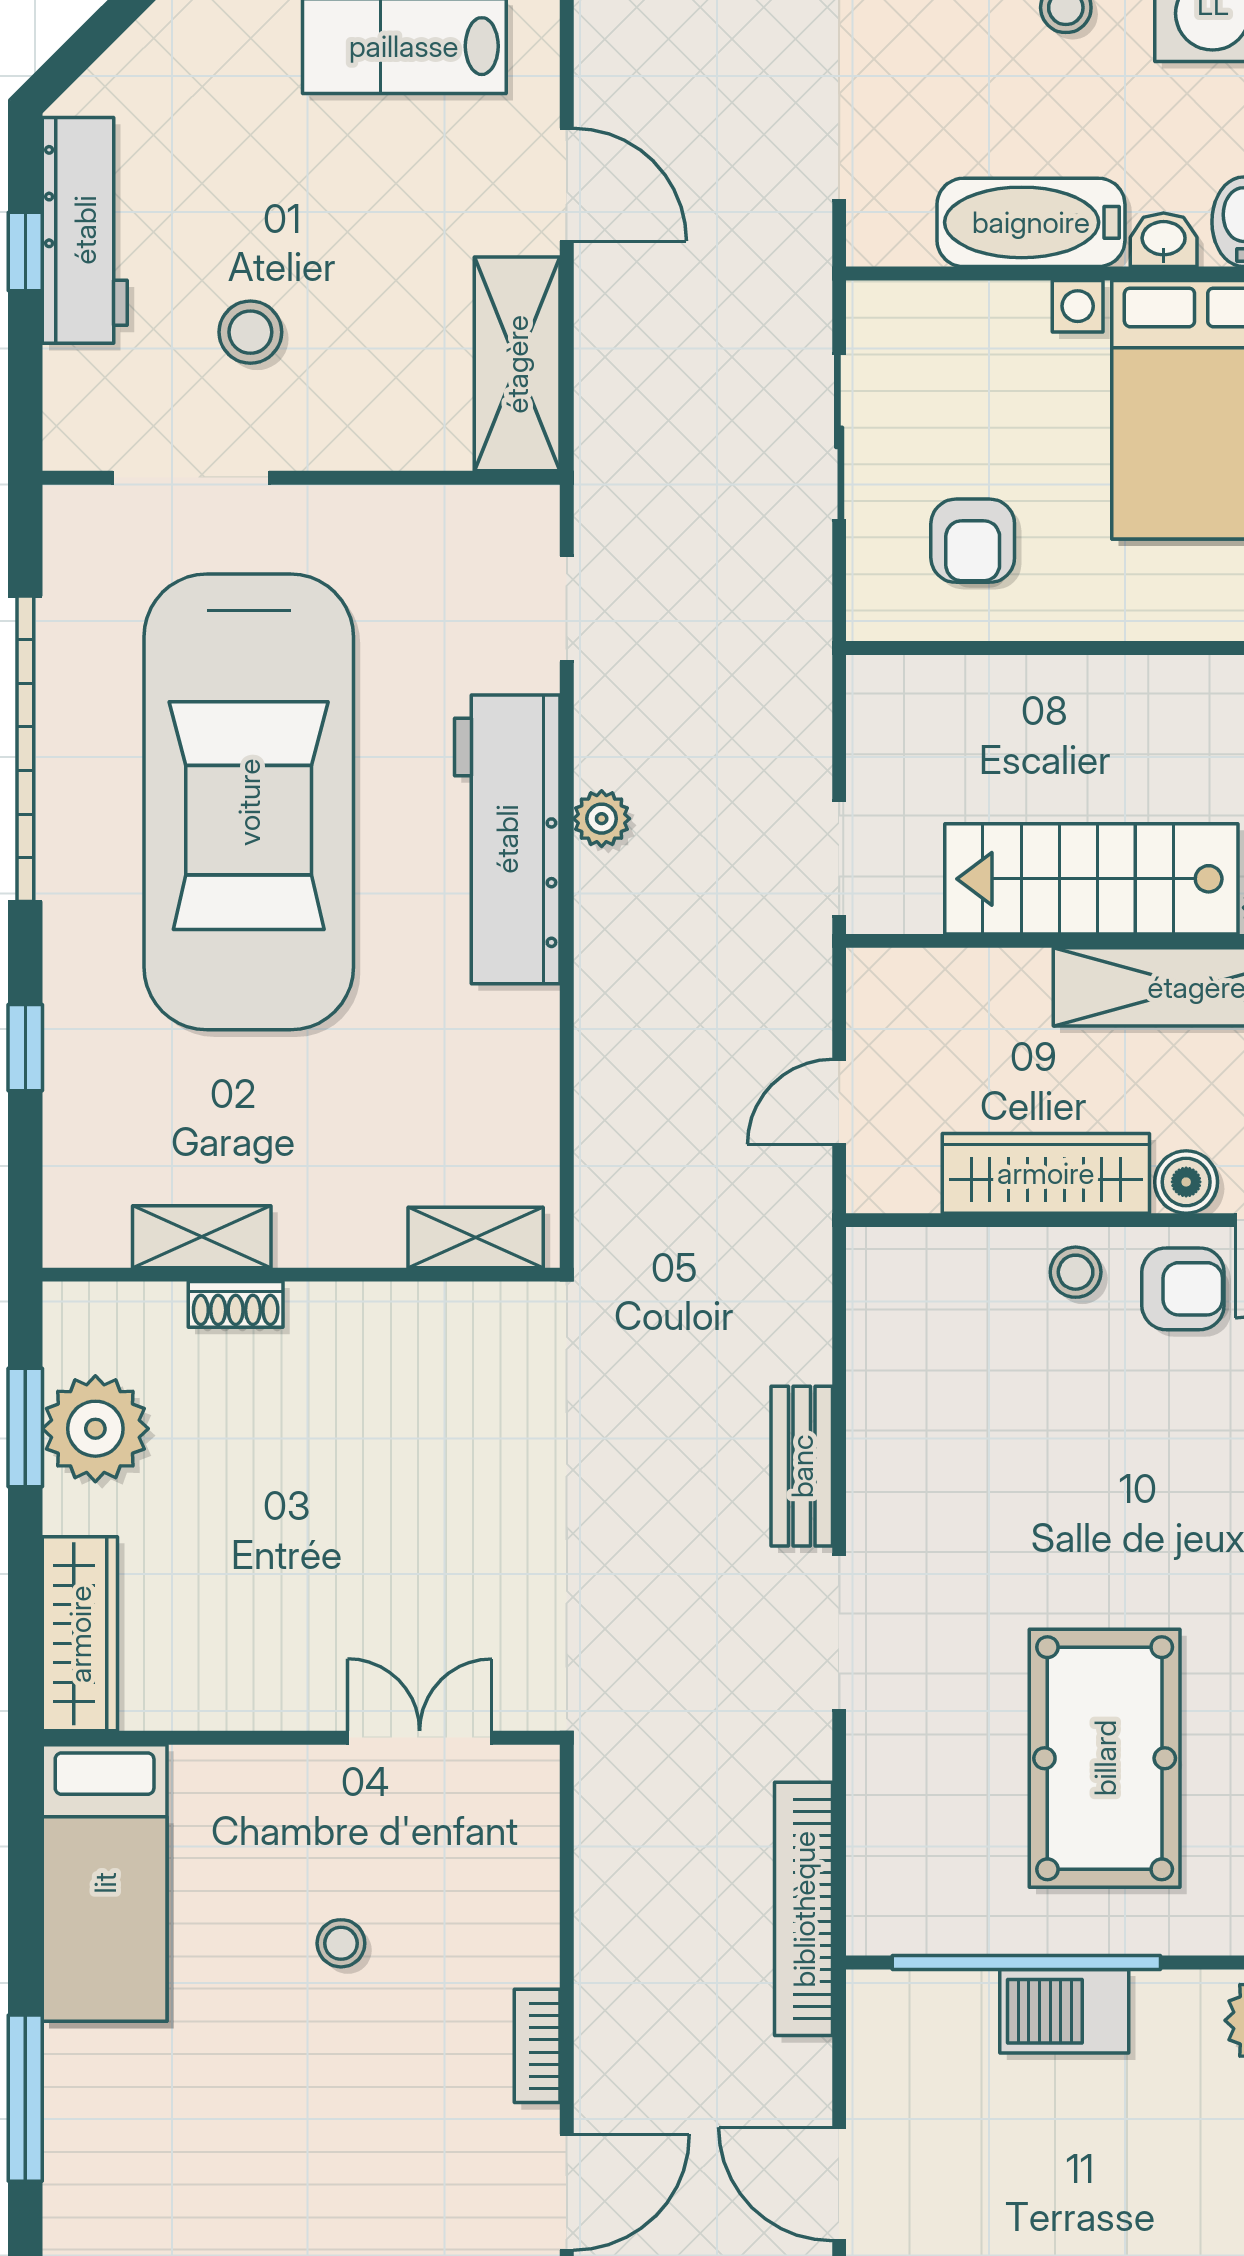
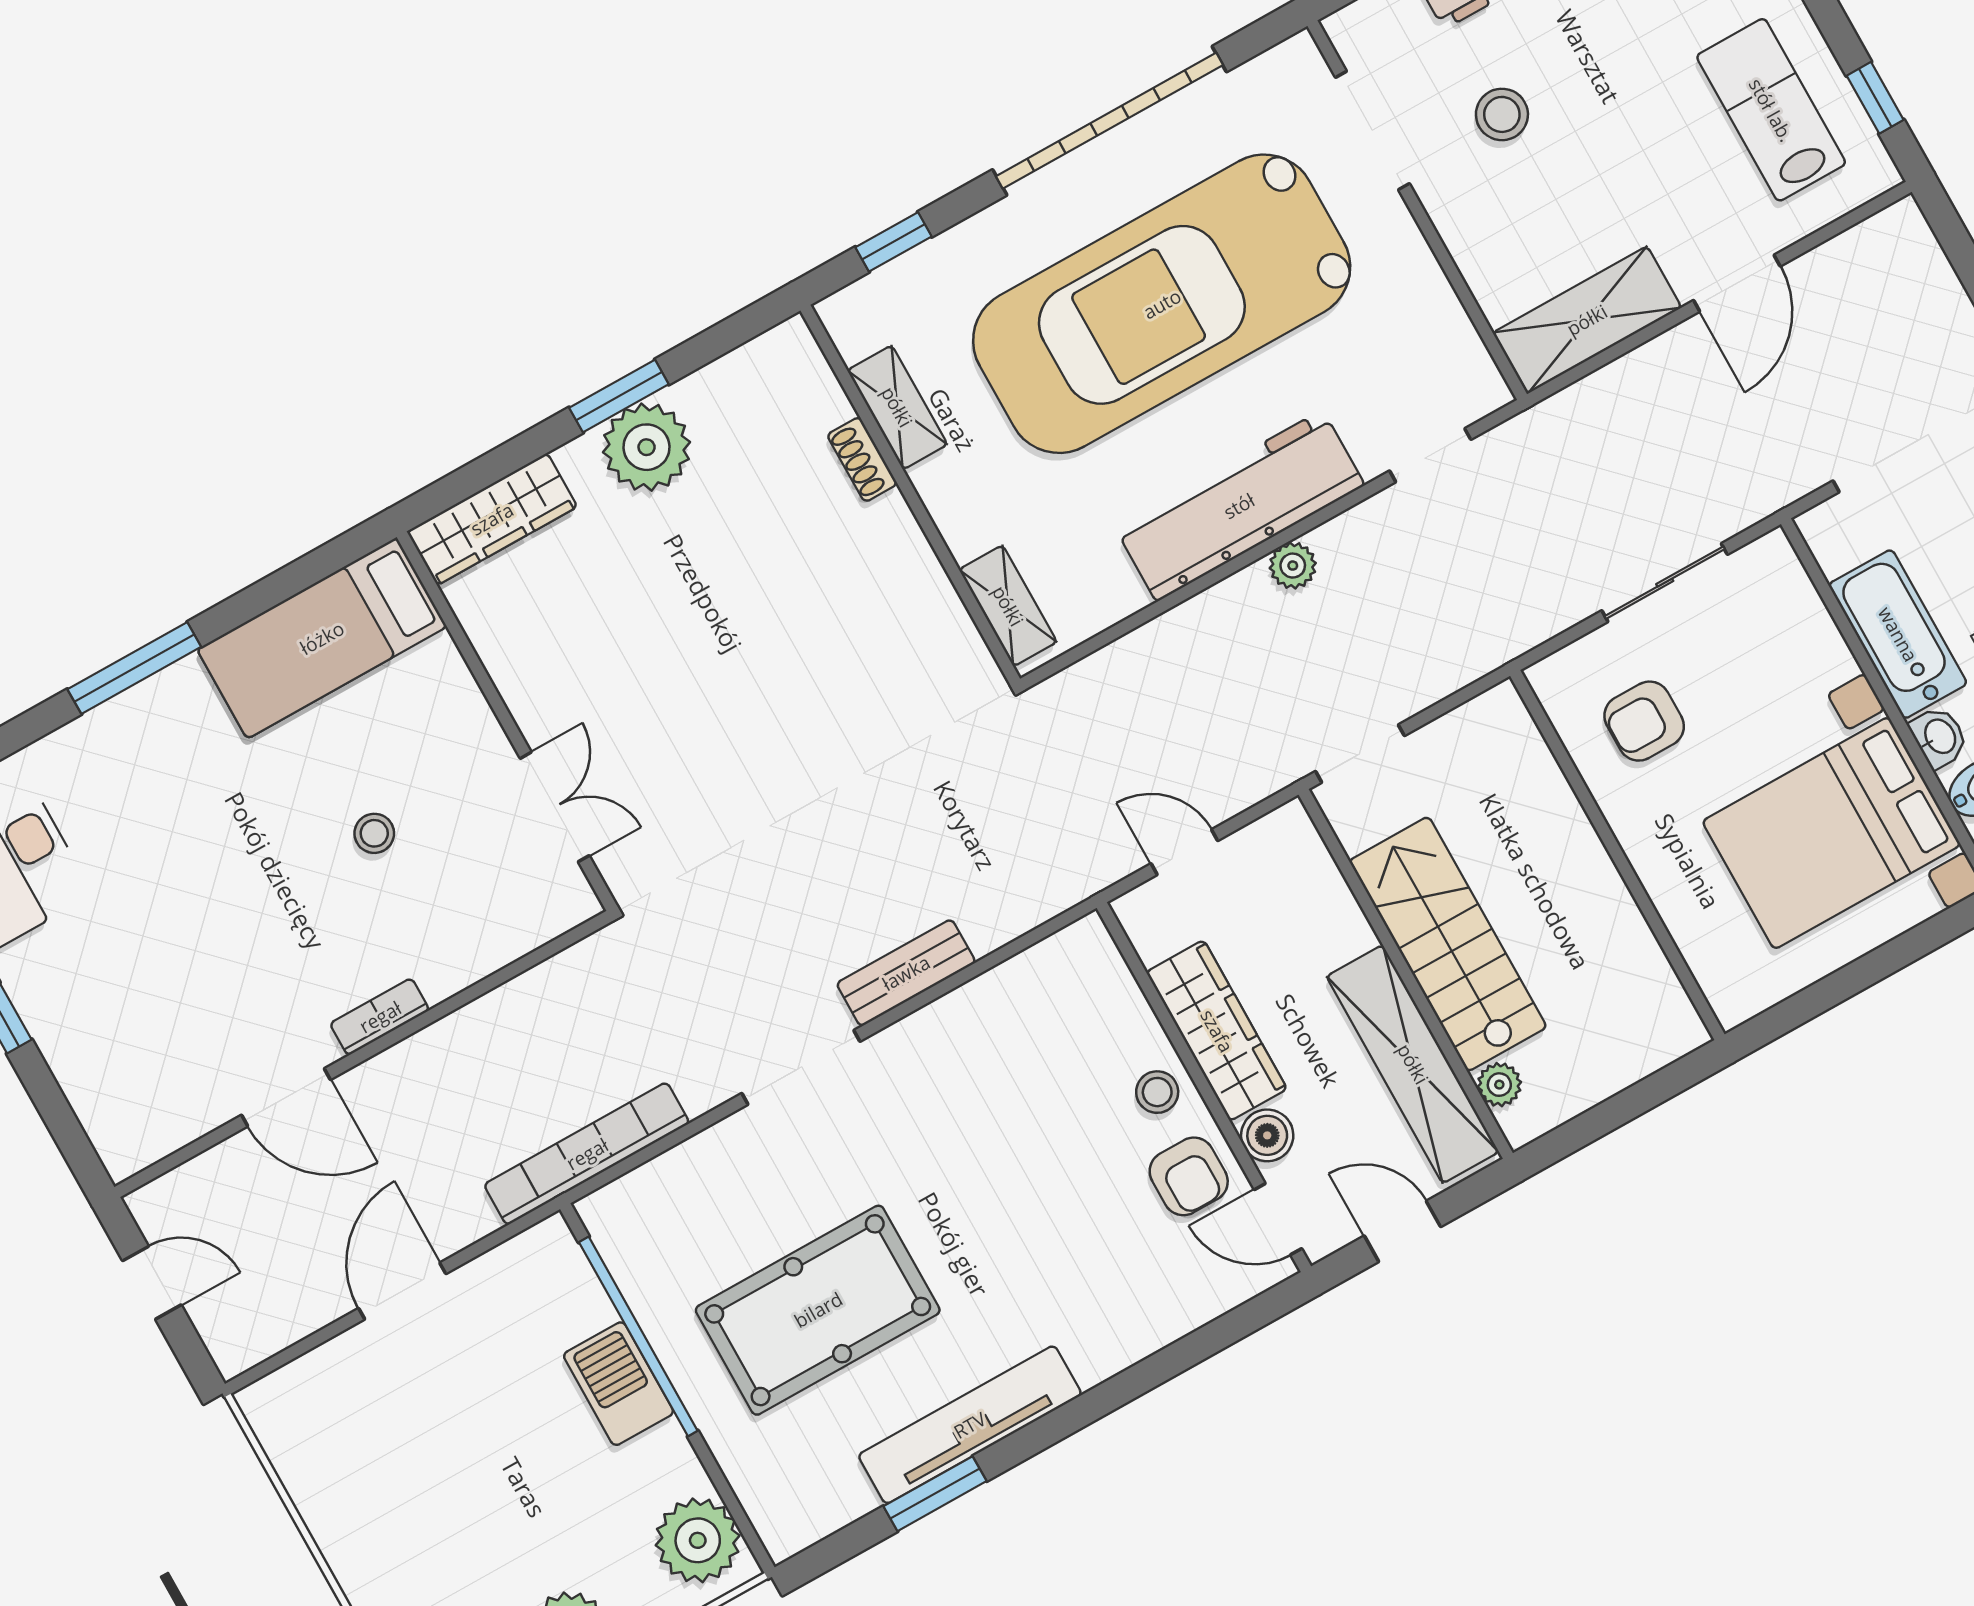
shelving: (202, 1237) -> (897, 407), moved
shelving: (476, 1237) -> (1008, 606), moved
wall: (301, 1275) -> (910, 495), moved
shoe rack: (236, 1304) -> (862, 459), moved

